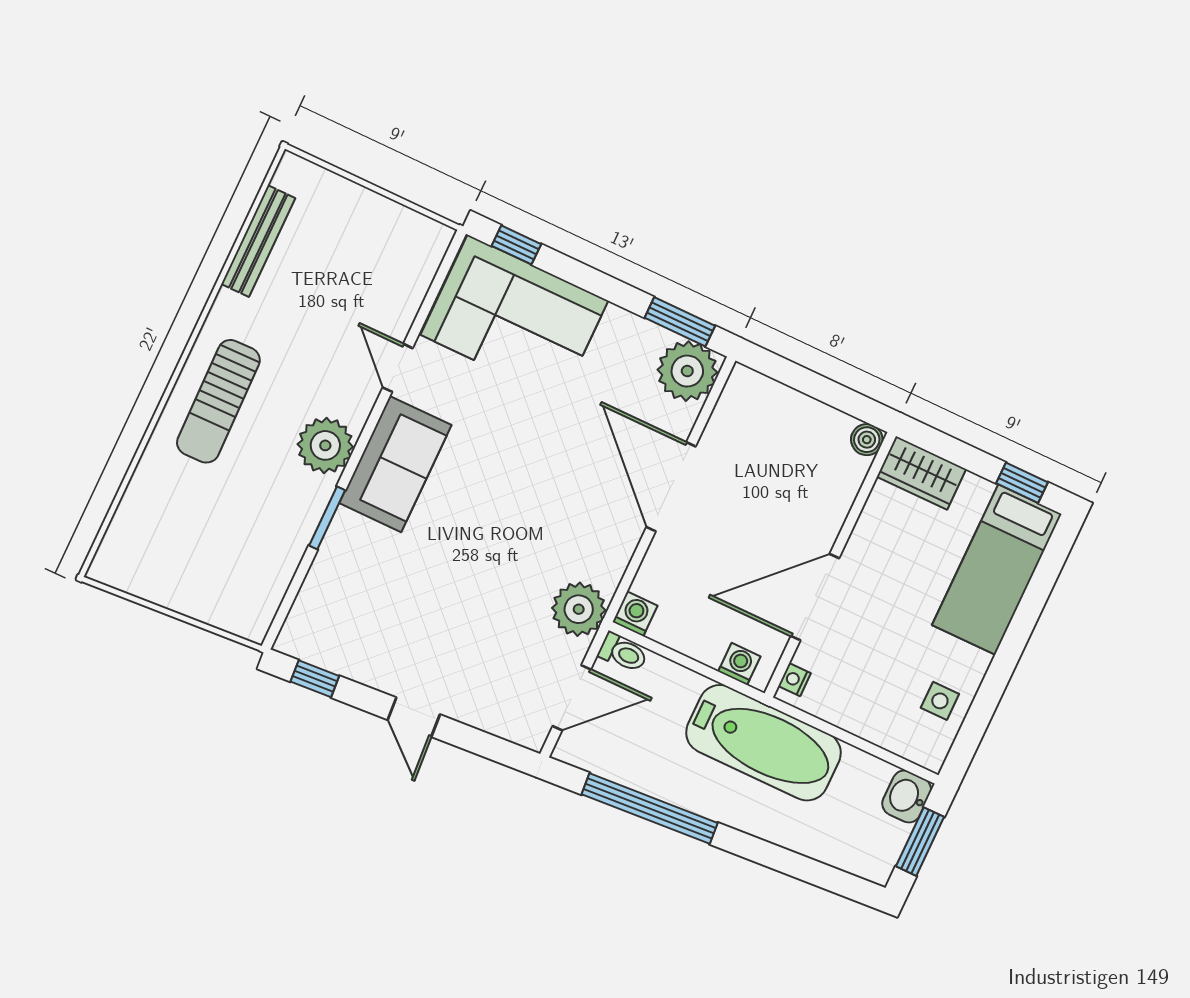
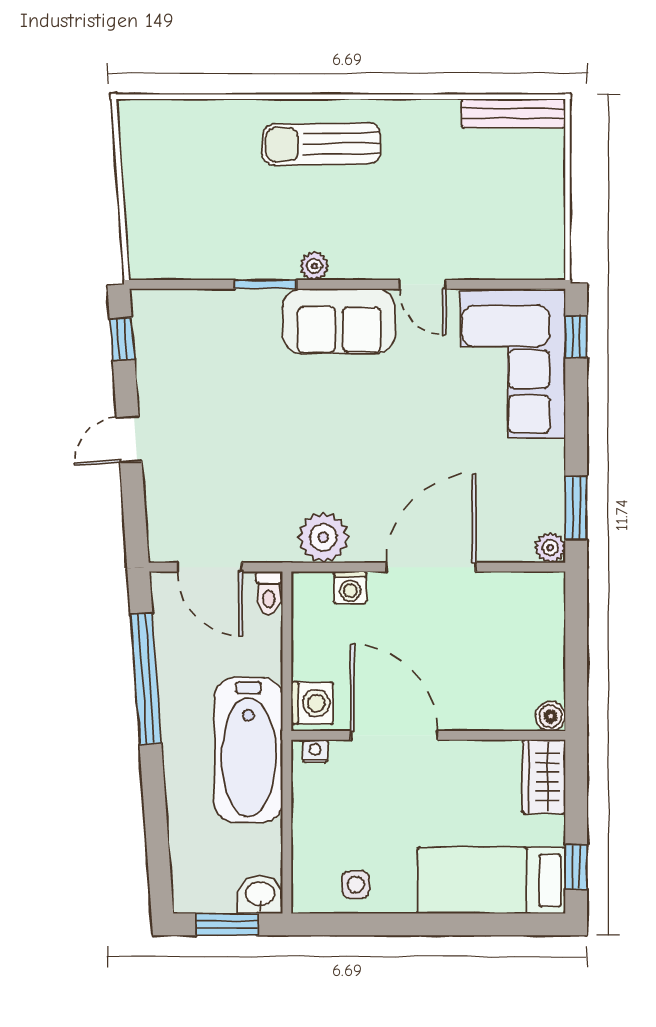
bench: (258, 241) -> (513, 113), moved
door: (398, 368) -> (423, 284), swing flipped
plant: (687, 371) -> (550, 548), width x0.53, depth x0.53
plant: (325, 445) -> (314, 266), width x0.53, depth x0.53
plant: (579, 609) -> (323, 537), moved
washing machine: (635, 614) -> (350, 588), moved, turned 90
washing machine: (739, 664) -> (312, 703), width x1.38, depth x1.38

